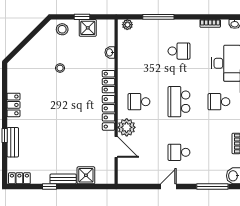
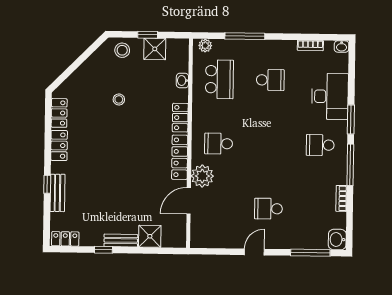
locker: (13, 79) -> (59, 113), added
school desk: (179, 102) -> (219, 79), moved, turned 180
door: (116, 147) -> (189, 201), swing flipped

